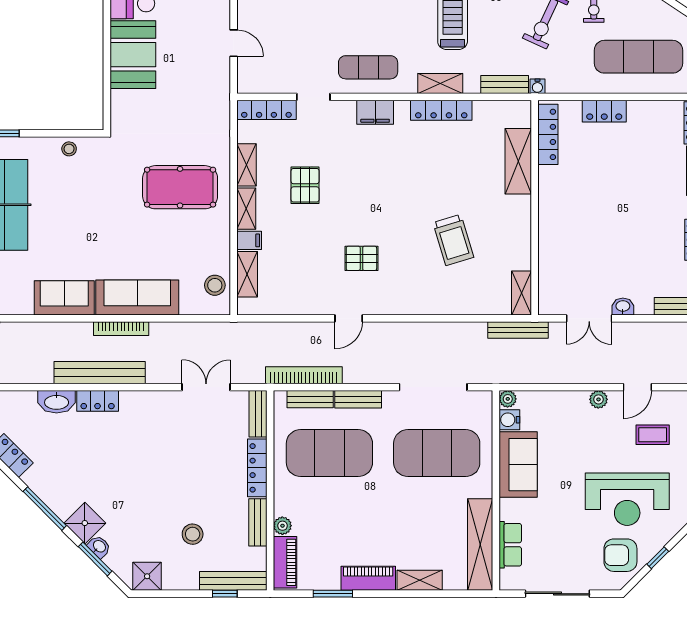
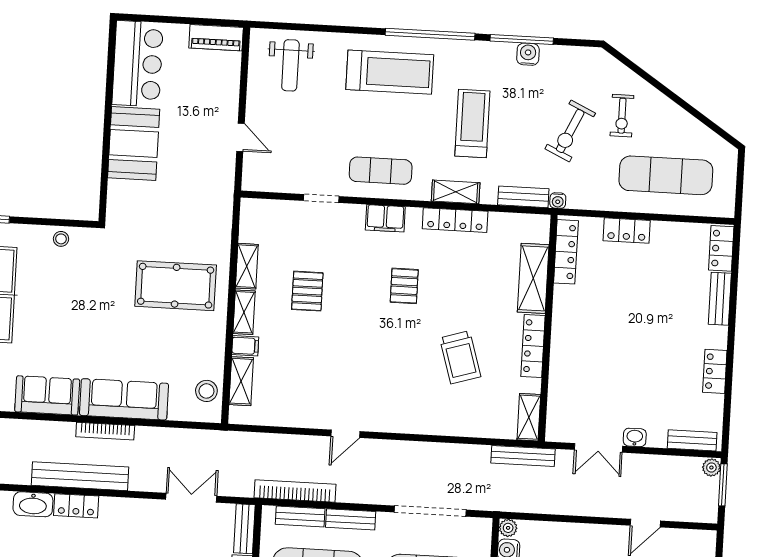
locker: (266, 110) -> (533, 346), moved, turned 90
pallet: (361, 258) -> (404, 286), moved, turned 90
plant: (598, 399) -> (604, 534), removed

